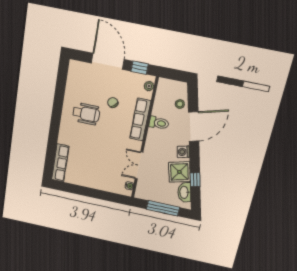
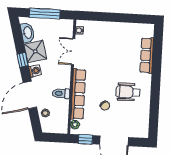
row of seats: (140, 120) -> (78, 94), width x1.36
row of seats: (60, 163) -> (147, 55), moved
double door: (139, 165) -> (73, 51), swing flipped
window: (195, 180) -> (23, 60), moved

